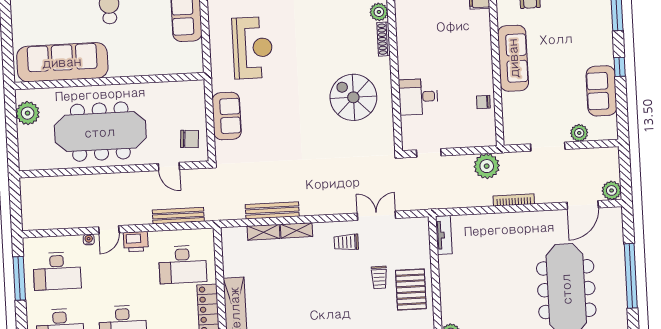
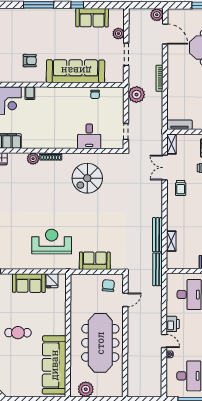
fridge: (192, 52) -> (52, 281), added
sofa: (513, 58) -> (76, 71), width x1.36, depth x1.27
bench: (178, 216) -> (158, 269), moved
shelving: (297, 230) -> (171, 144), moved

